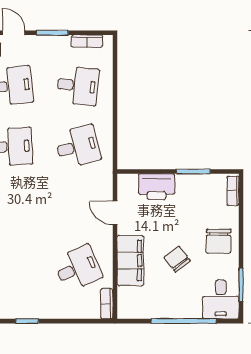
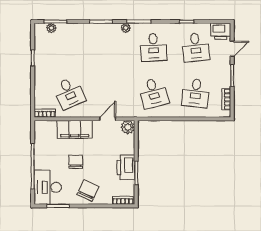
plant: (127, 184) -> (128, 127), added
printer: (157, 187) -> (126, 167), moved
chair: (219, 241) -> (88, 190), turned 115
chair: (177, 259) -> (76, 162), turned -52
desk: (221, 299) -> (48, 187), width x1.37

